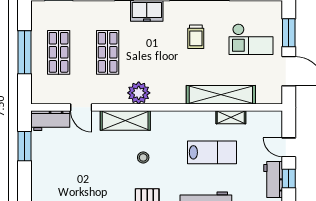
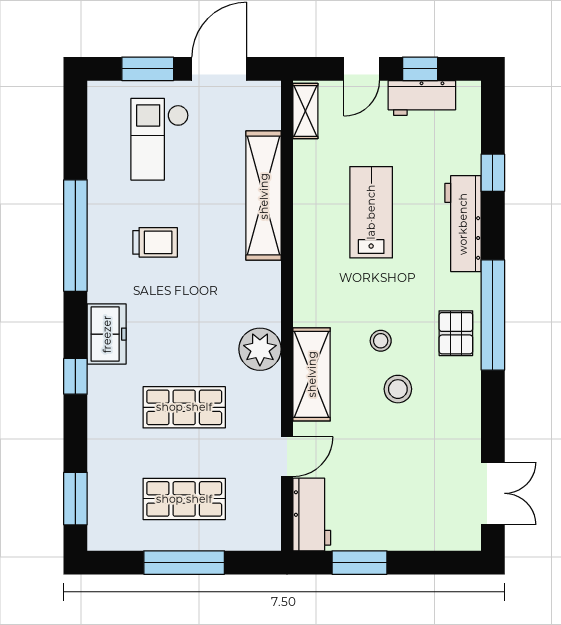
checkout: (251, 39) -> (160, 139), turned 180
shelving: (231, 117) -> (305, 111), moved
stool: (117, 167) -> (398, 389), added

